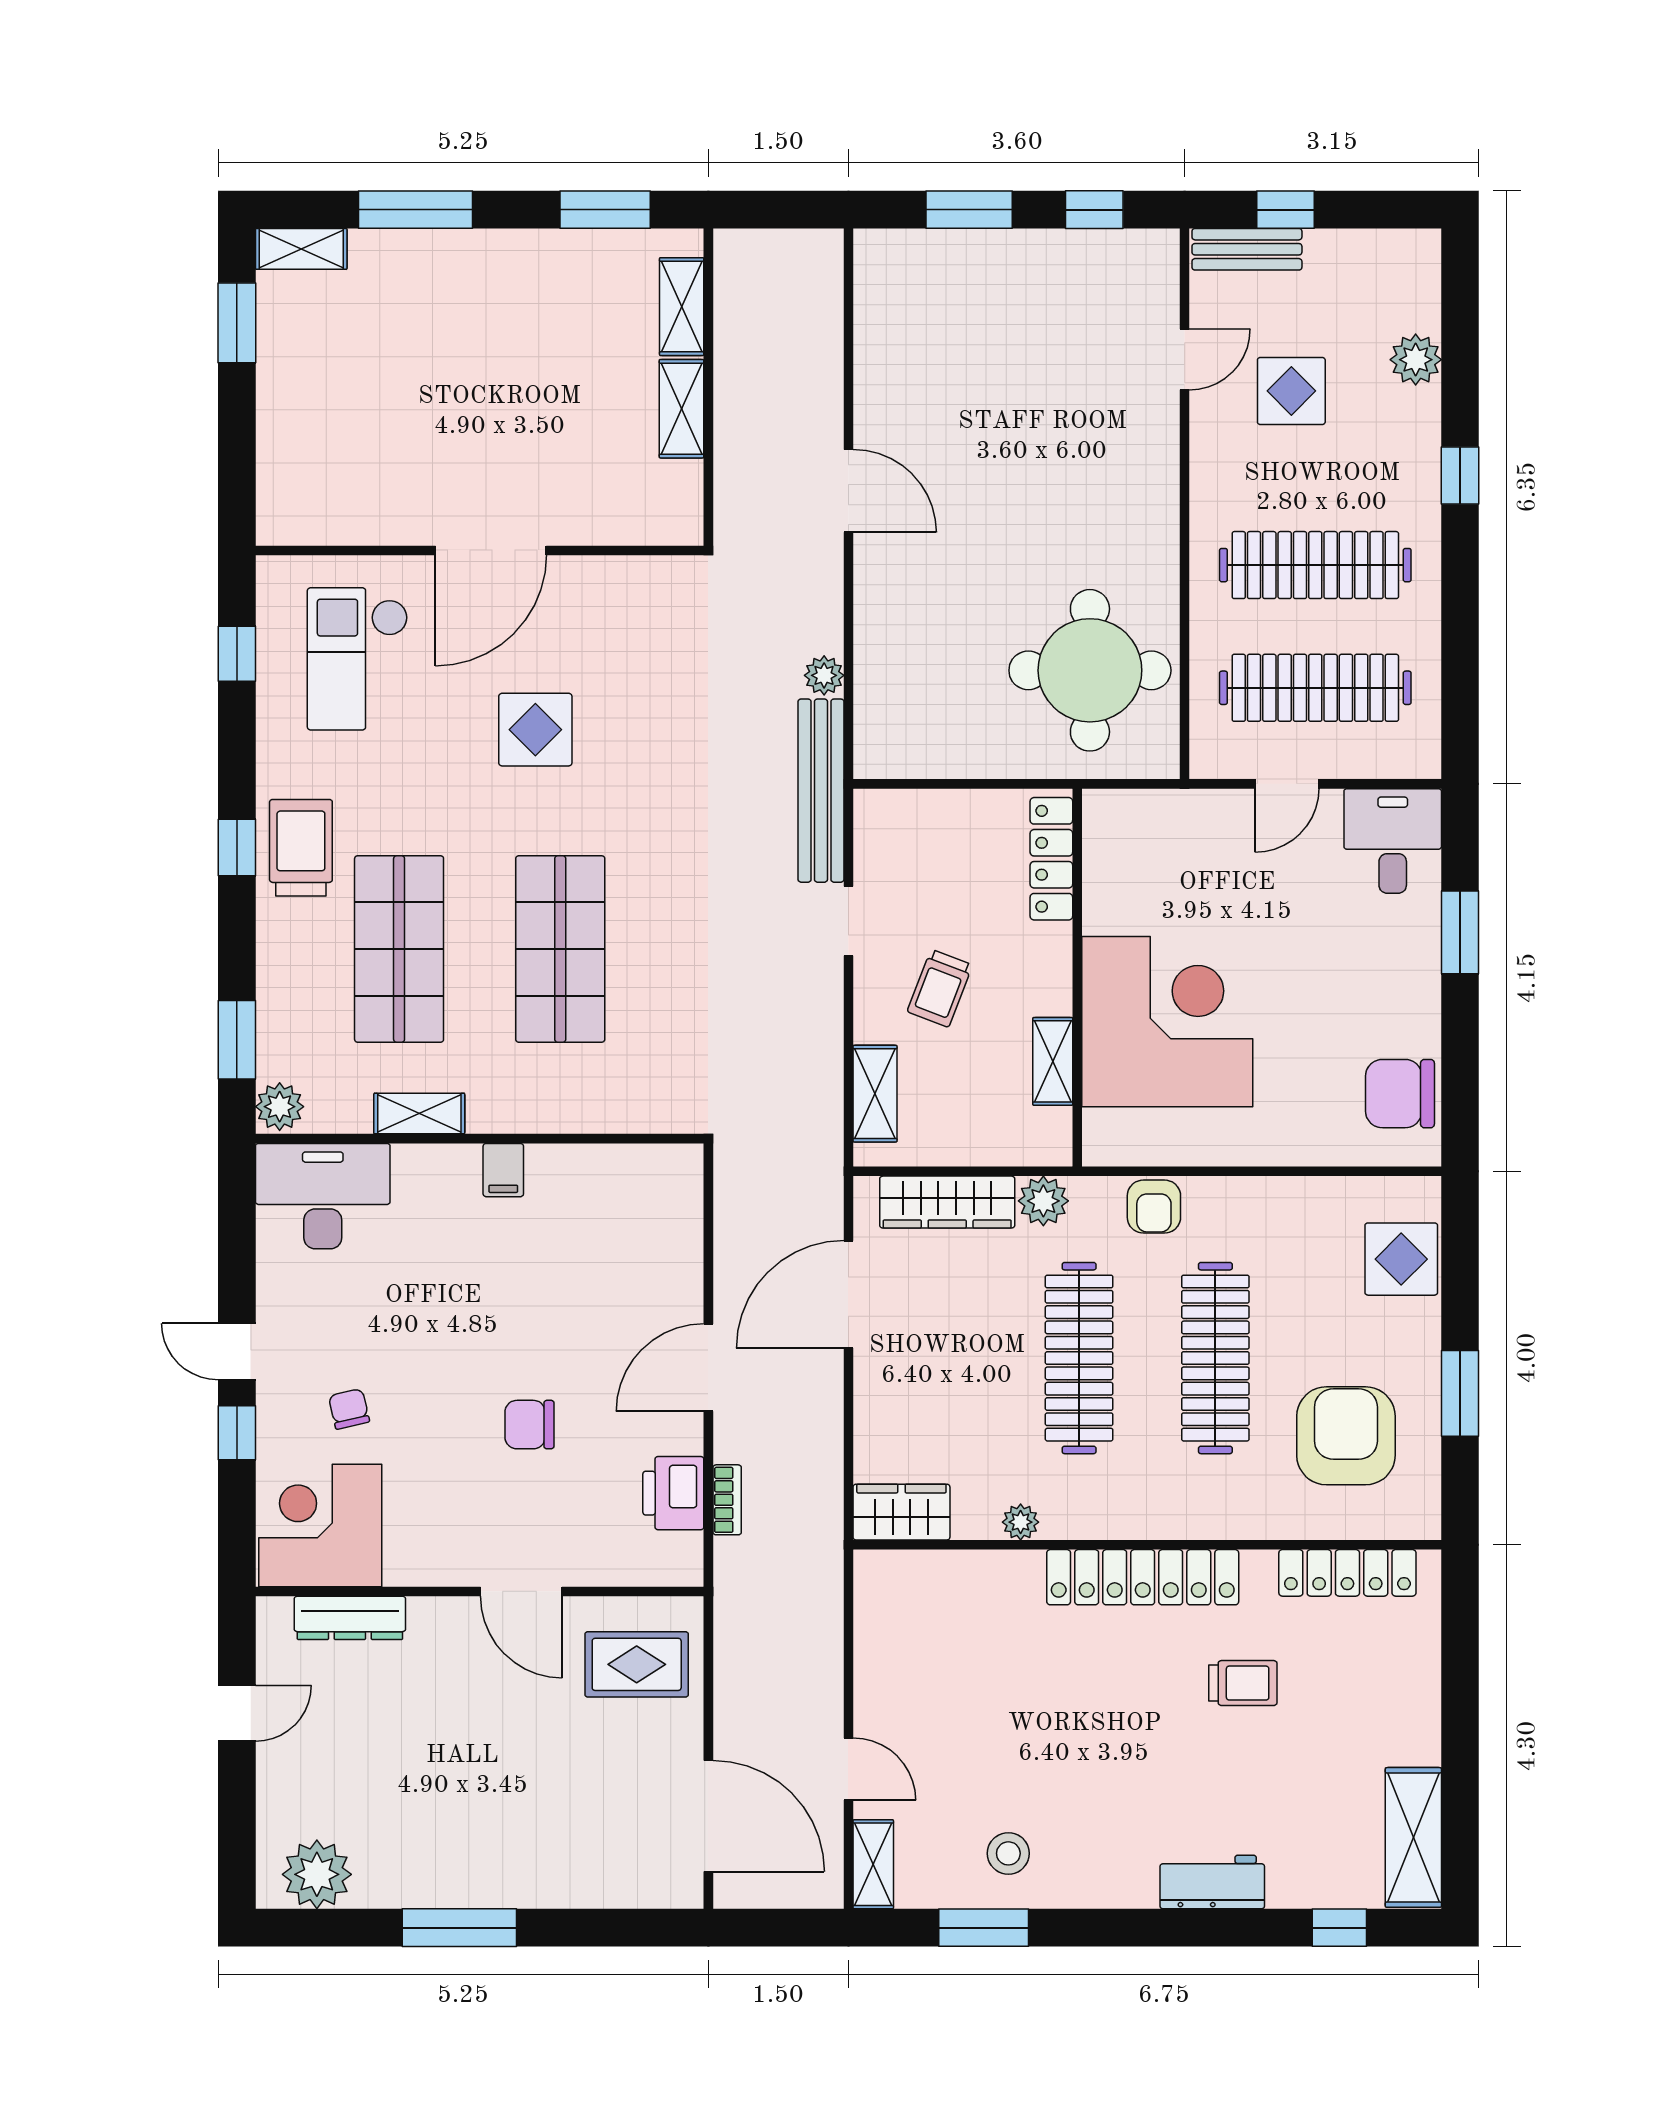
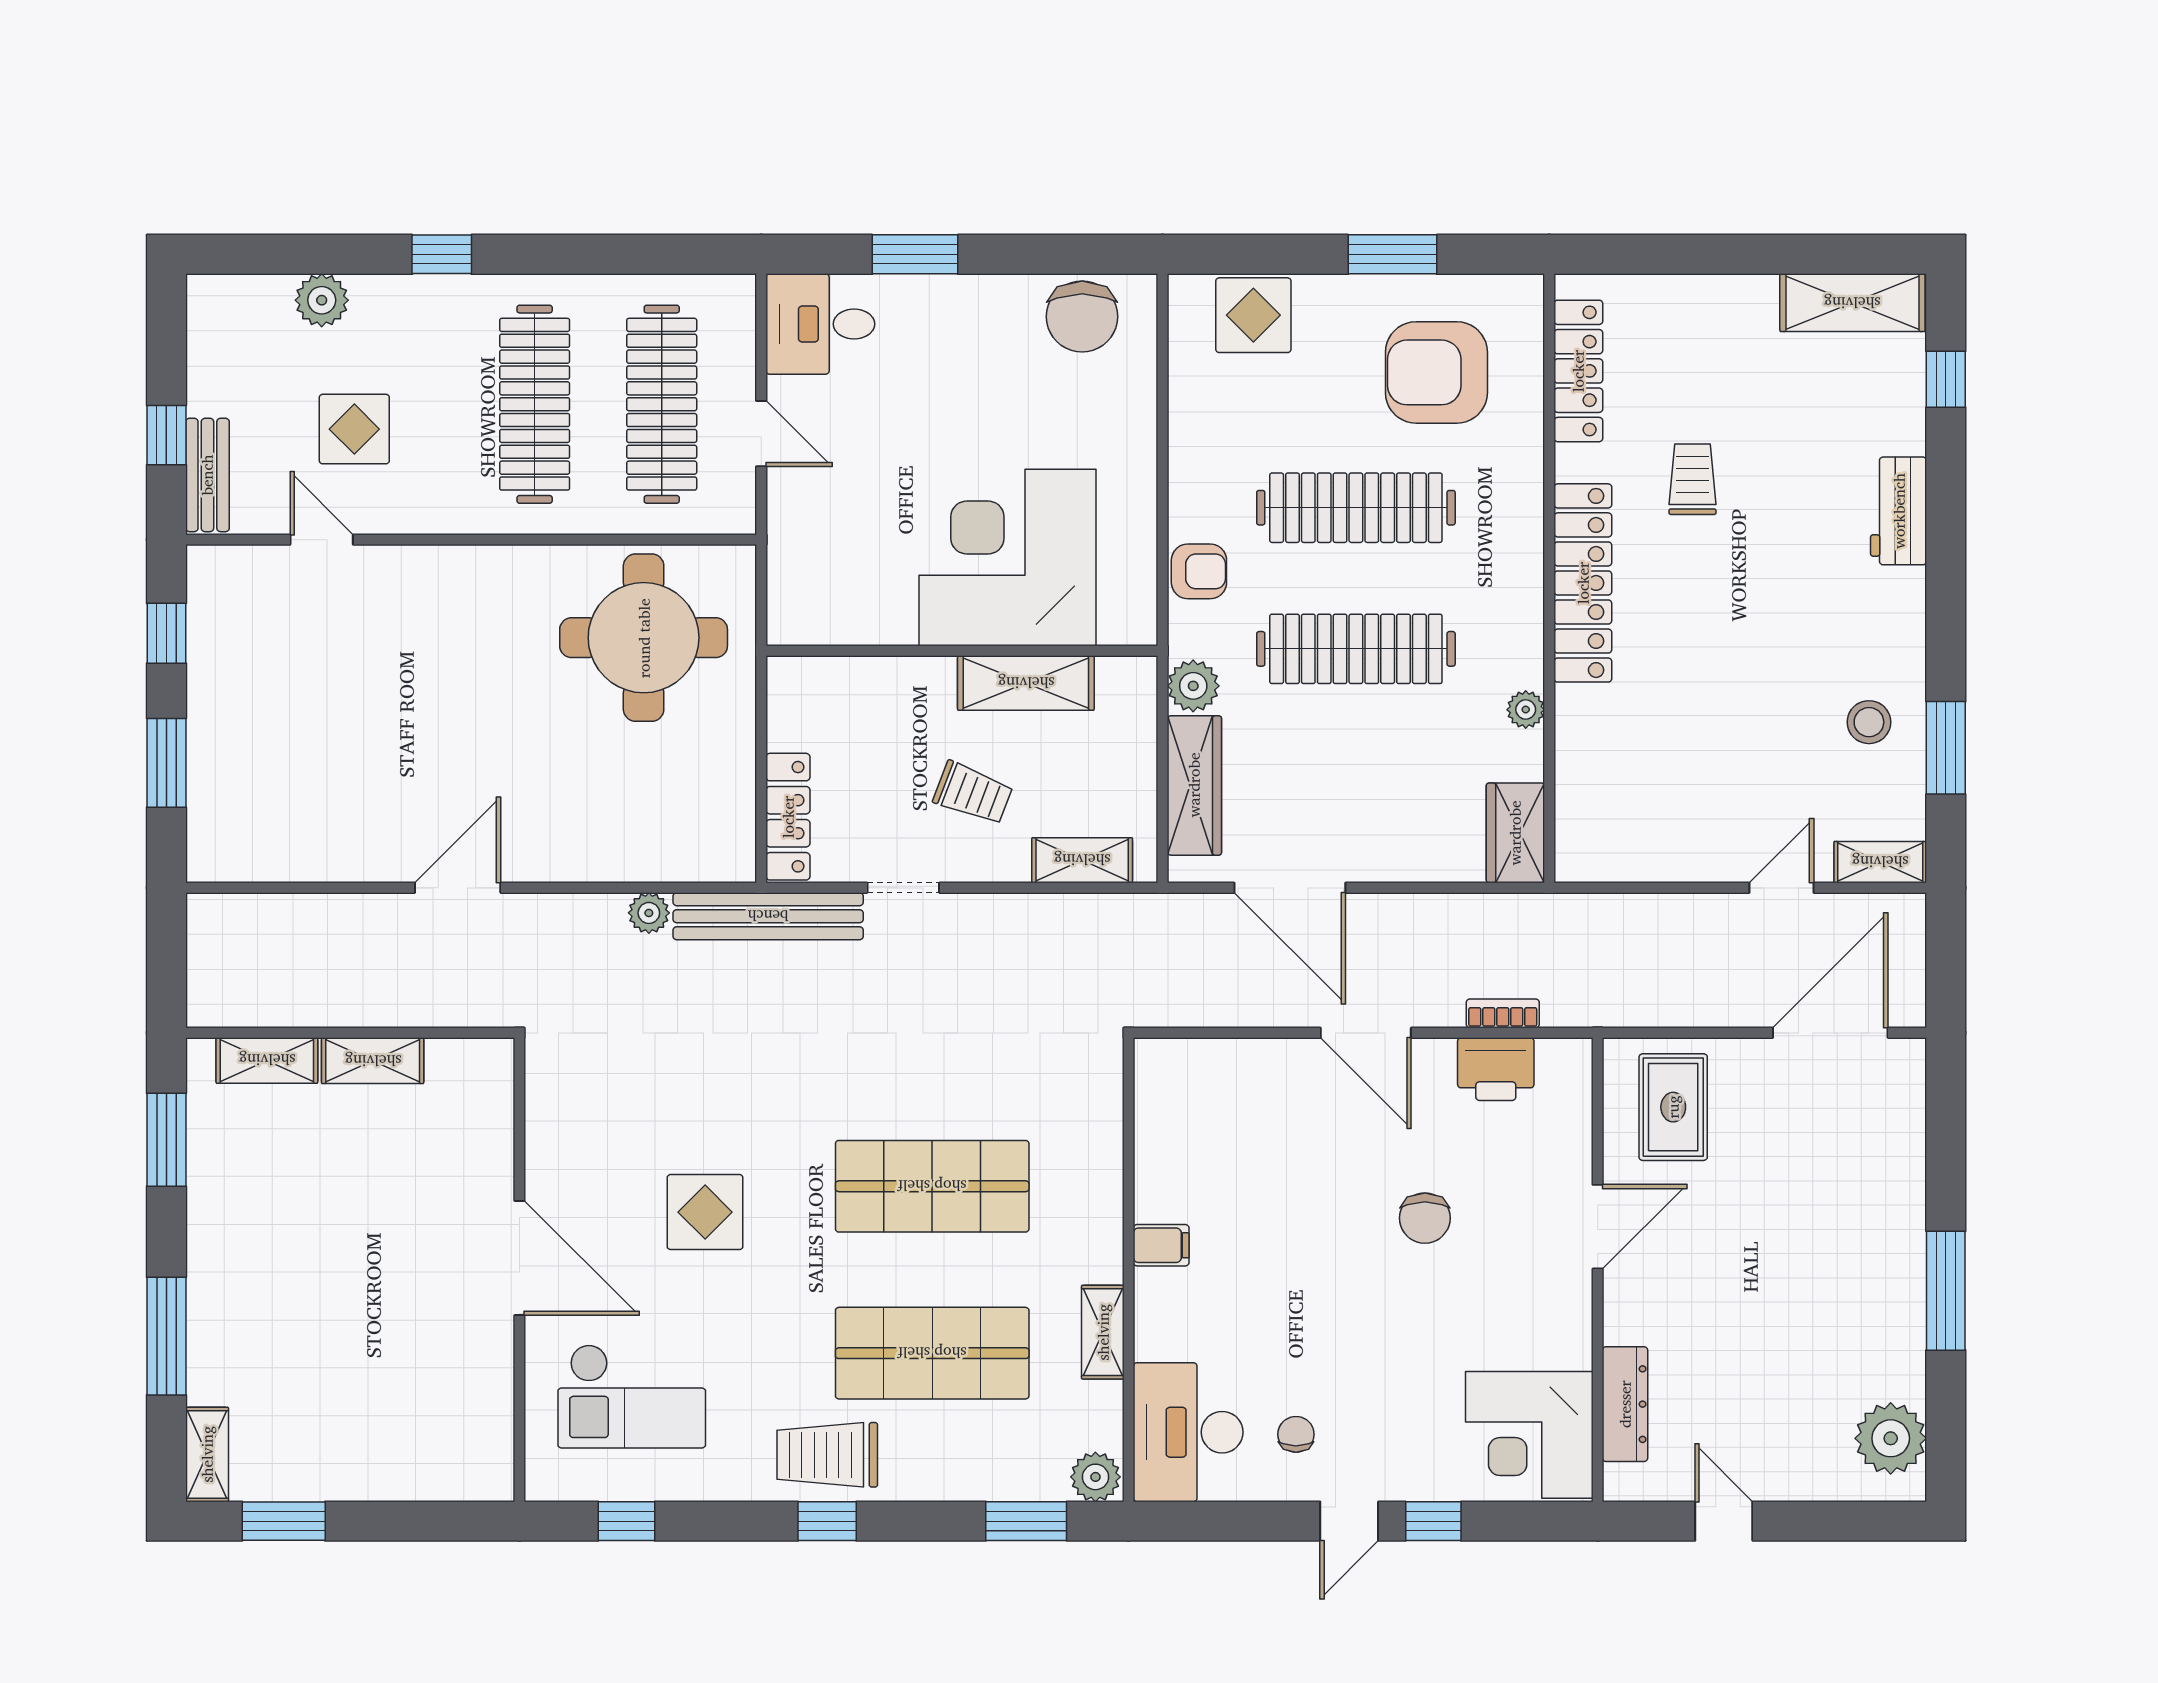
locker: (1051, 859) -> (788, 817), moved, turned -90
shelving: (1053, 1061) -> (1026, 683), width x1.50, depth x1.33
chair: (349, 1409) -> (1296, 1434), moved, turned 103

